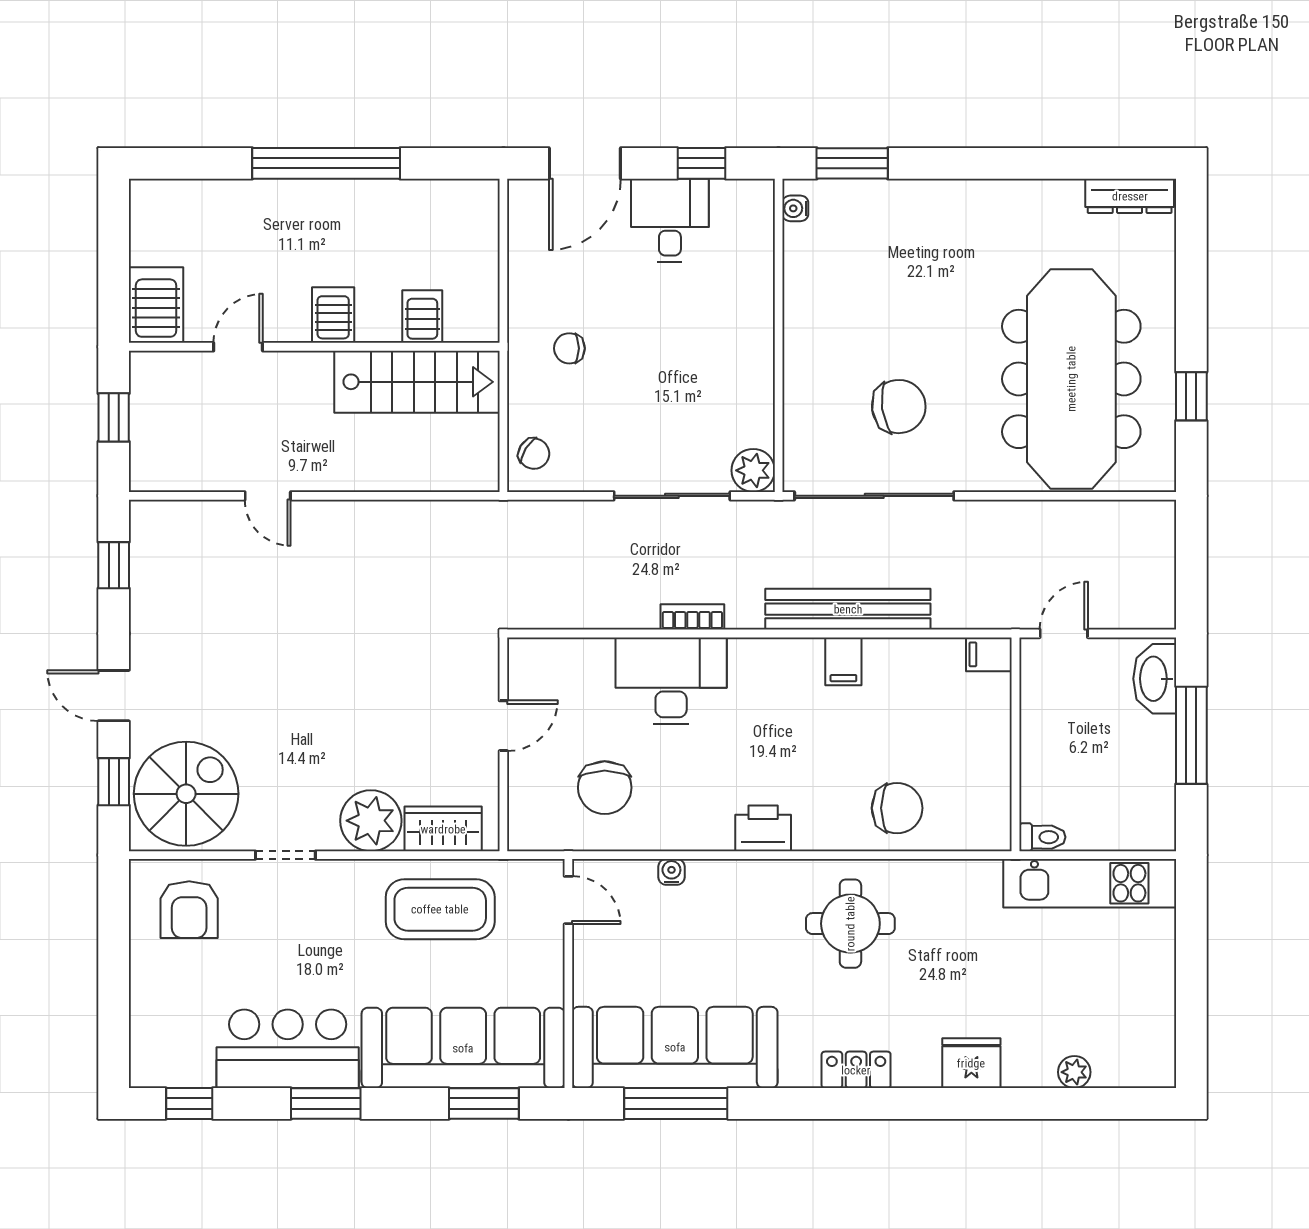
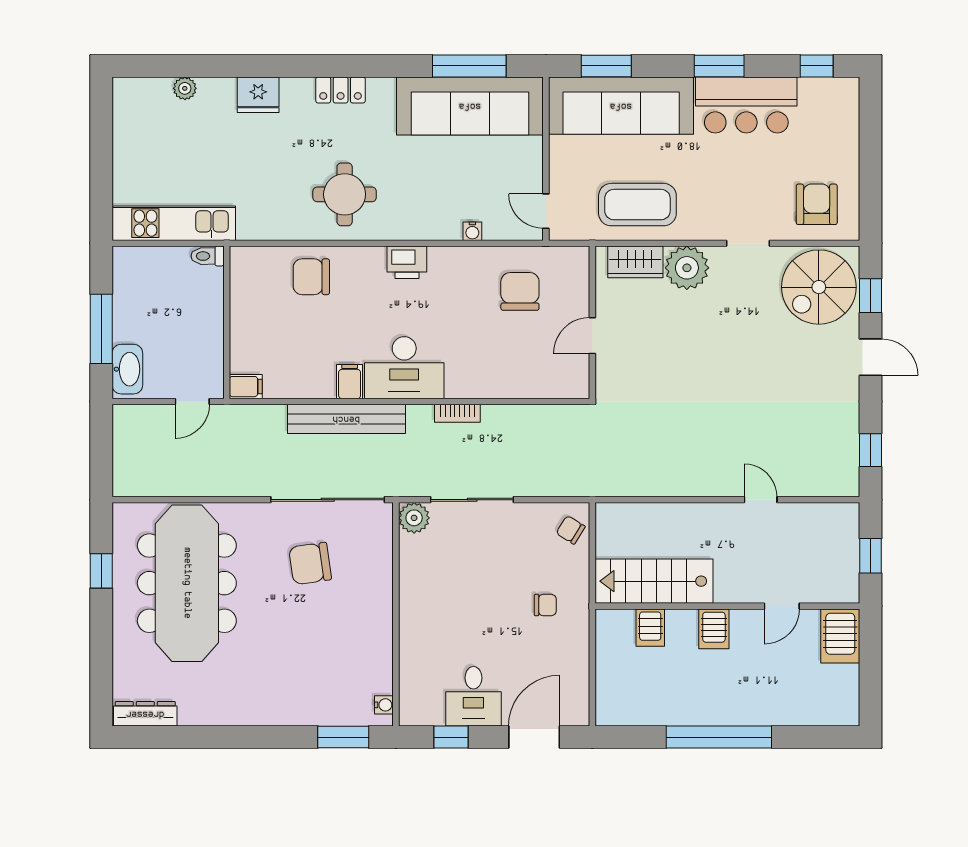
desk: (671, 681) -> (404, 368), moved

